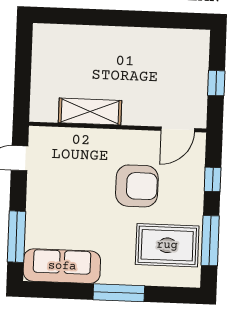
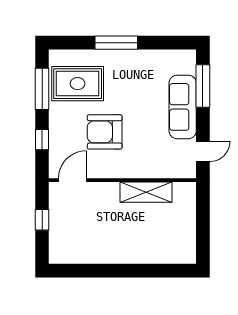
sofa: (62, 266) -> (183, 107), moved, turned 90

